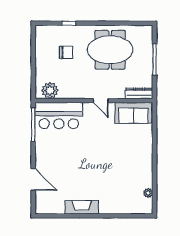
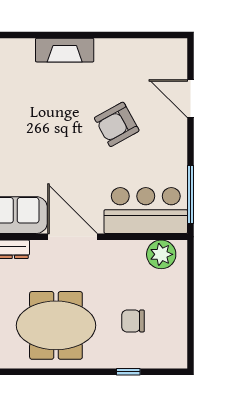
door: (101, 101) -> (72, 237), width x1.88
armchair: (75, 165) -> (117, 124), added
fireplace: (82, 207) -> (65, 50), moved

